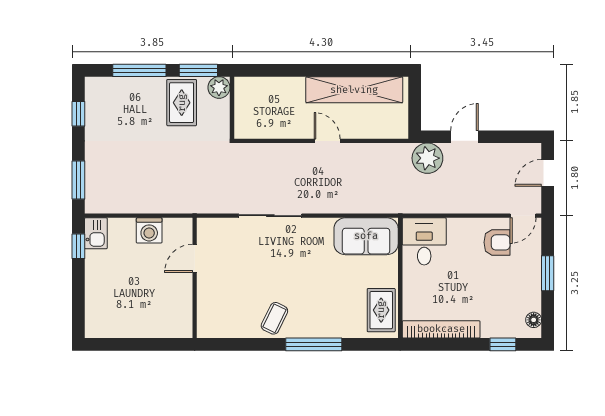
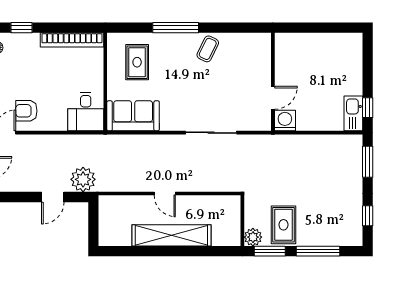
shelving: (354, 90) -> (171, 235), moved
washing machine: (149, 230) -> (285, 121), moved
kitchen sink: (96, 233) -> (353, 113), width x1.38
rug: (381, 310) -> (137, 62), moved

